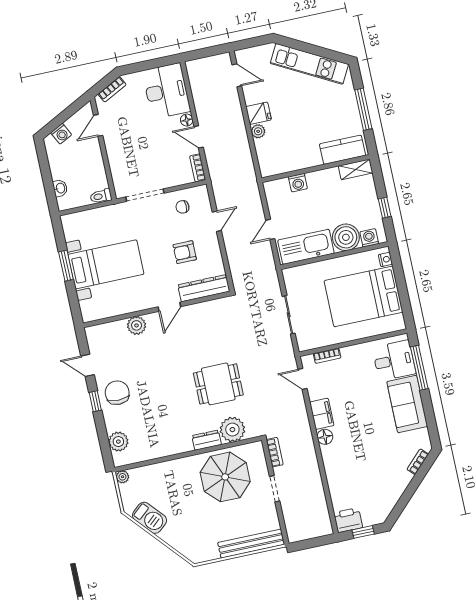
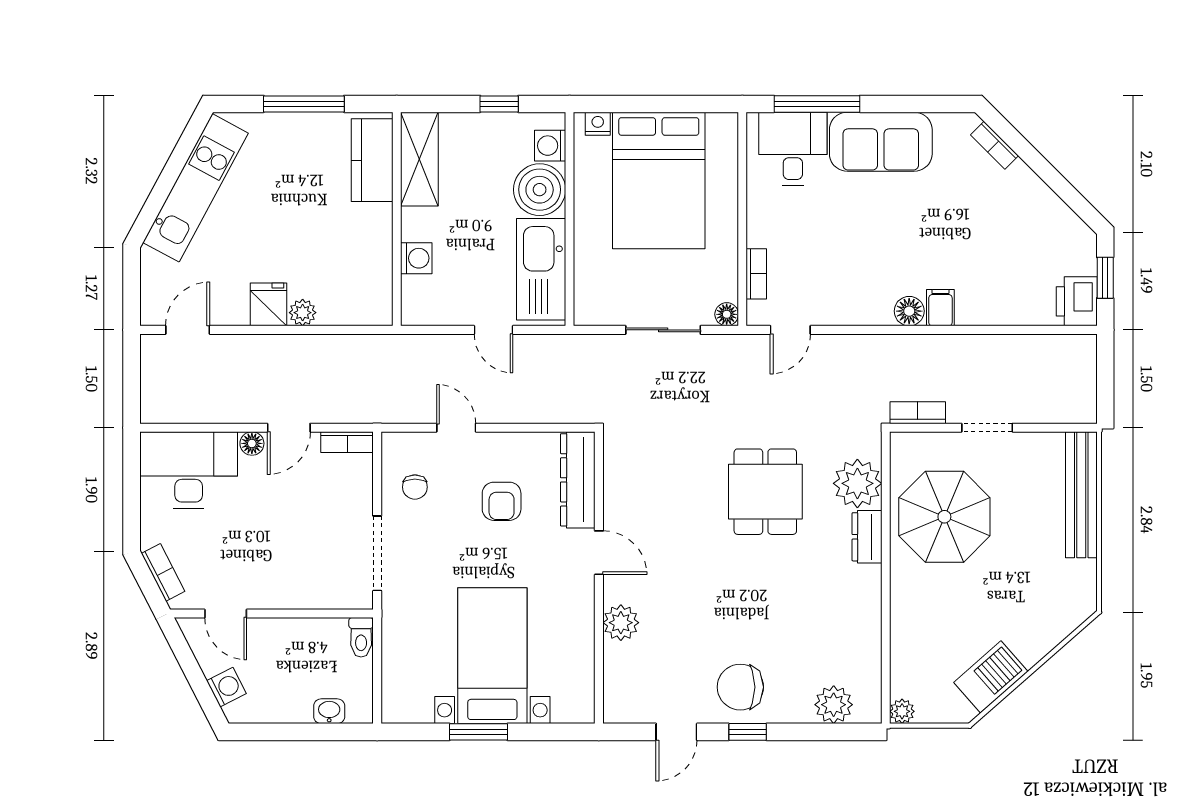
shelving: (356, 169) -> (419, 159), width x1.50, depth x1.33
floor lamp: (303, 345) -> (727, 314), added
filing cabinet: (322, 414) -> (940, 308), moved, width x0.50

